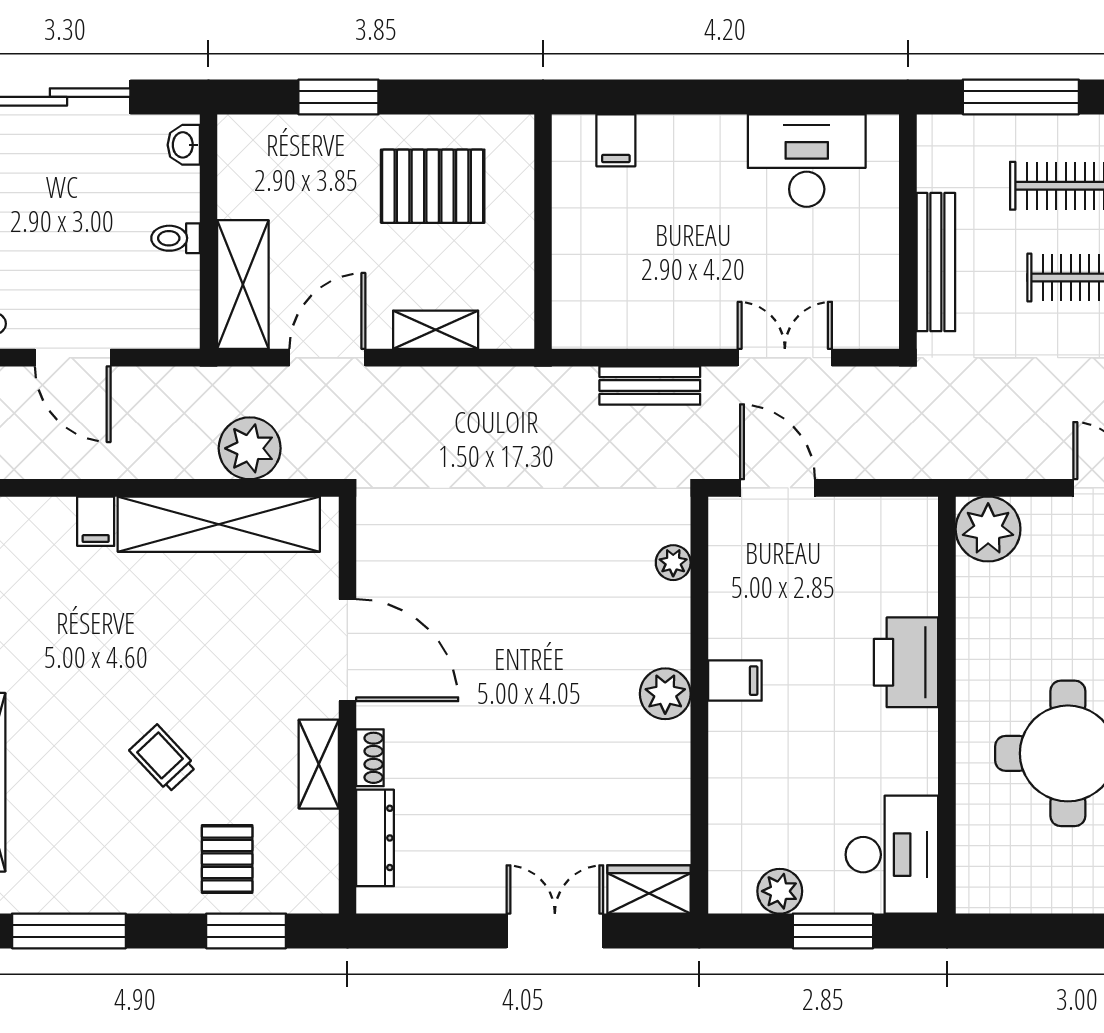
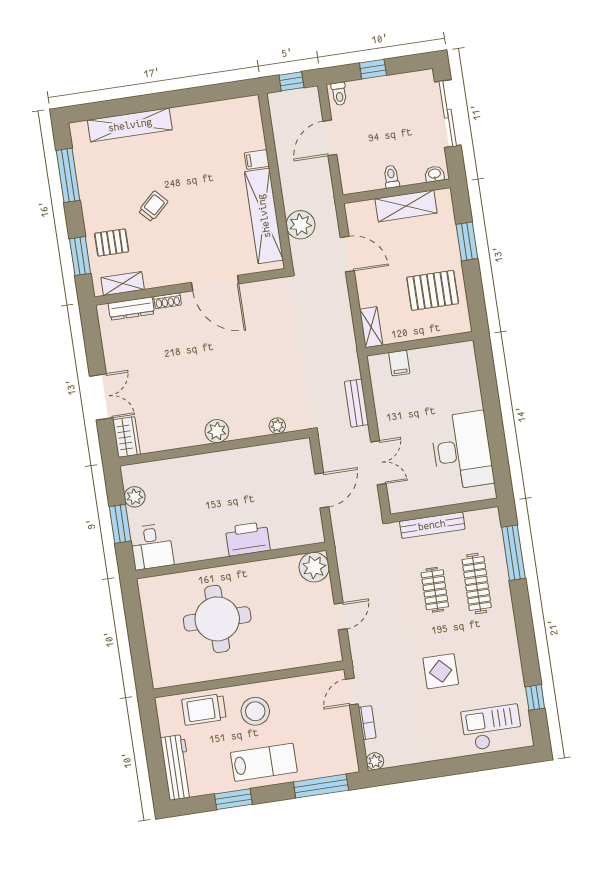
filing cabinet: (616, 140) -> (399, 363), moved, turned -90
desk: (807, 161) -> (462, 450), width x1.36, depth x1.30
pallet: (433, 186) -> (433, 290), turned 90
shelving: (243, 285) -> (406, 206), moved
shelving: (436, 330) -> (371, 327), moved
door: (777, 488) -> (322, 490), moved
door: (347, 650) -> (215, 283), hinge flipped
filing cabinet: (735, 681) -> (228, 462), removed
shelving: (319, 764) -> (123, 284), moved
desk: (892, 855) -> (152, 547), width x0.73

